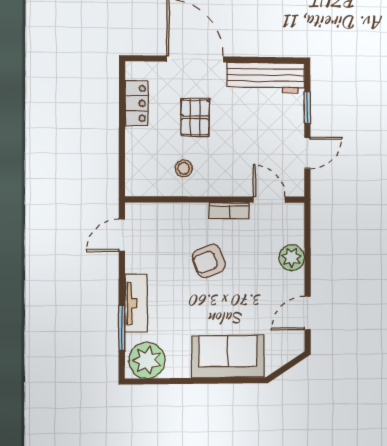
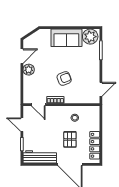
locker: (137, 103) -> (95, 145), width x1.53
door: (307, 153) -> (22, 125), hinge flipped
plant: (292, 258) -> (29, 70), moved
tv unit: (136, 304) -> (95, 61), removed
sofa: (228, 356) -> (66, 38), moved

